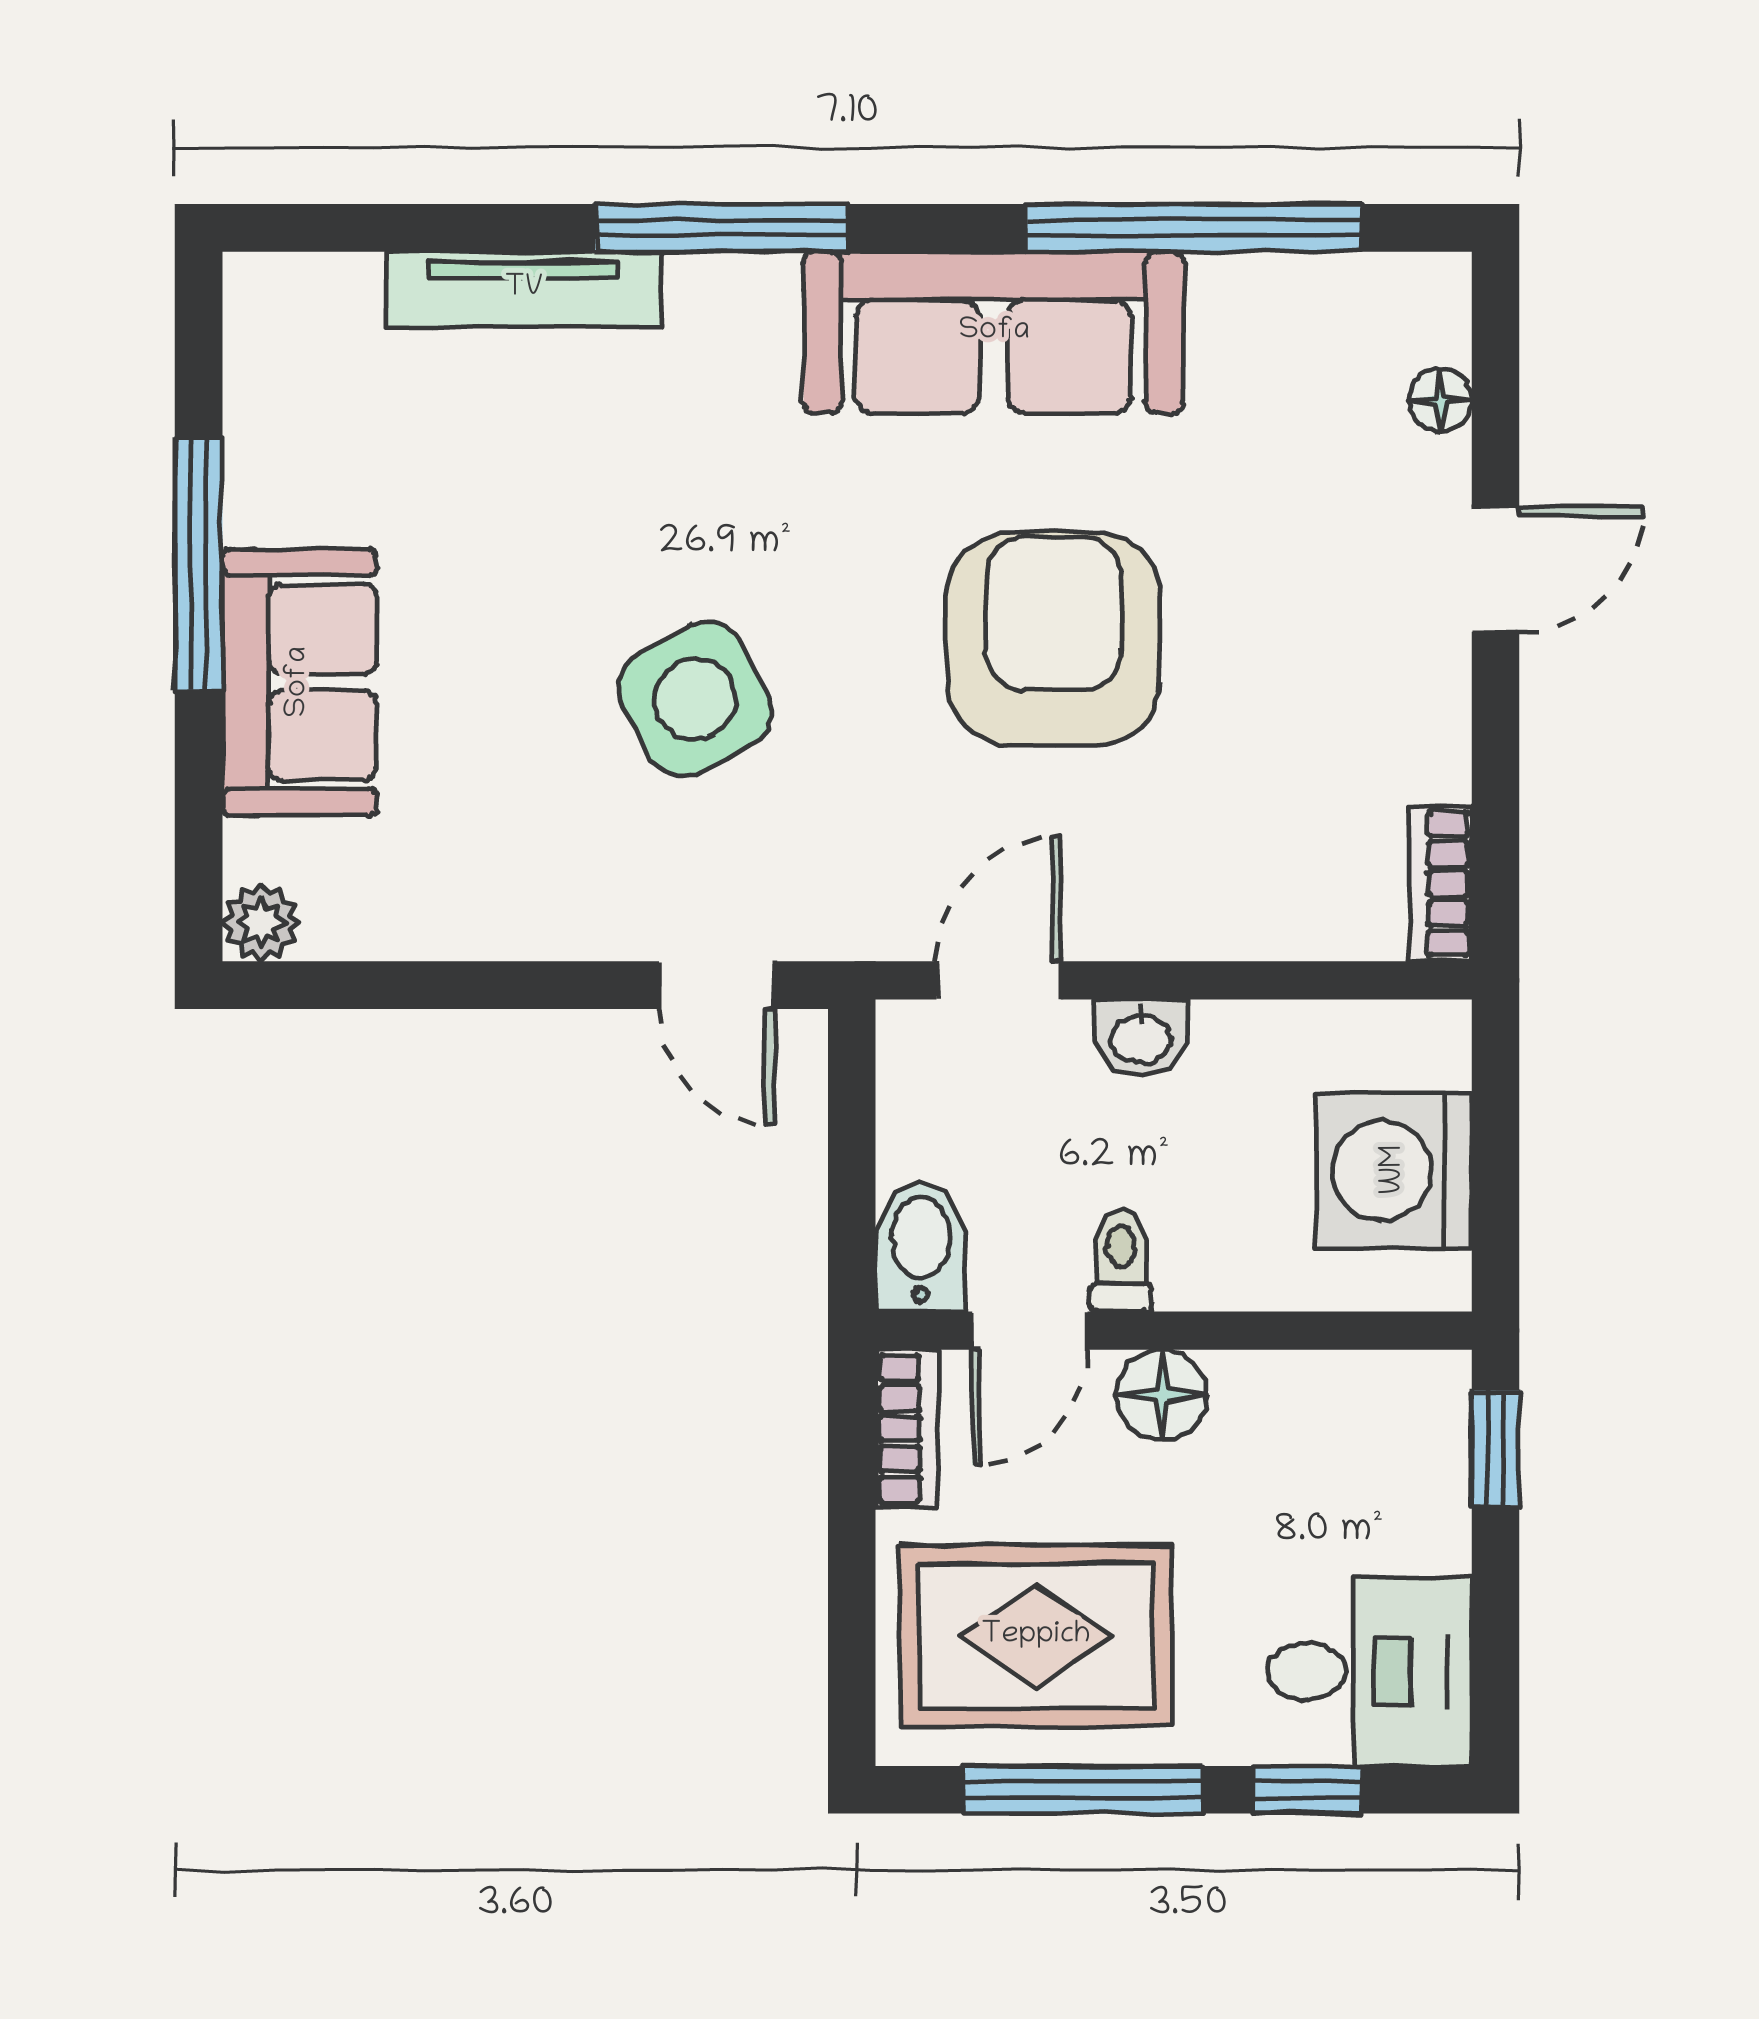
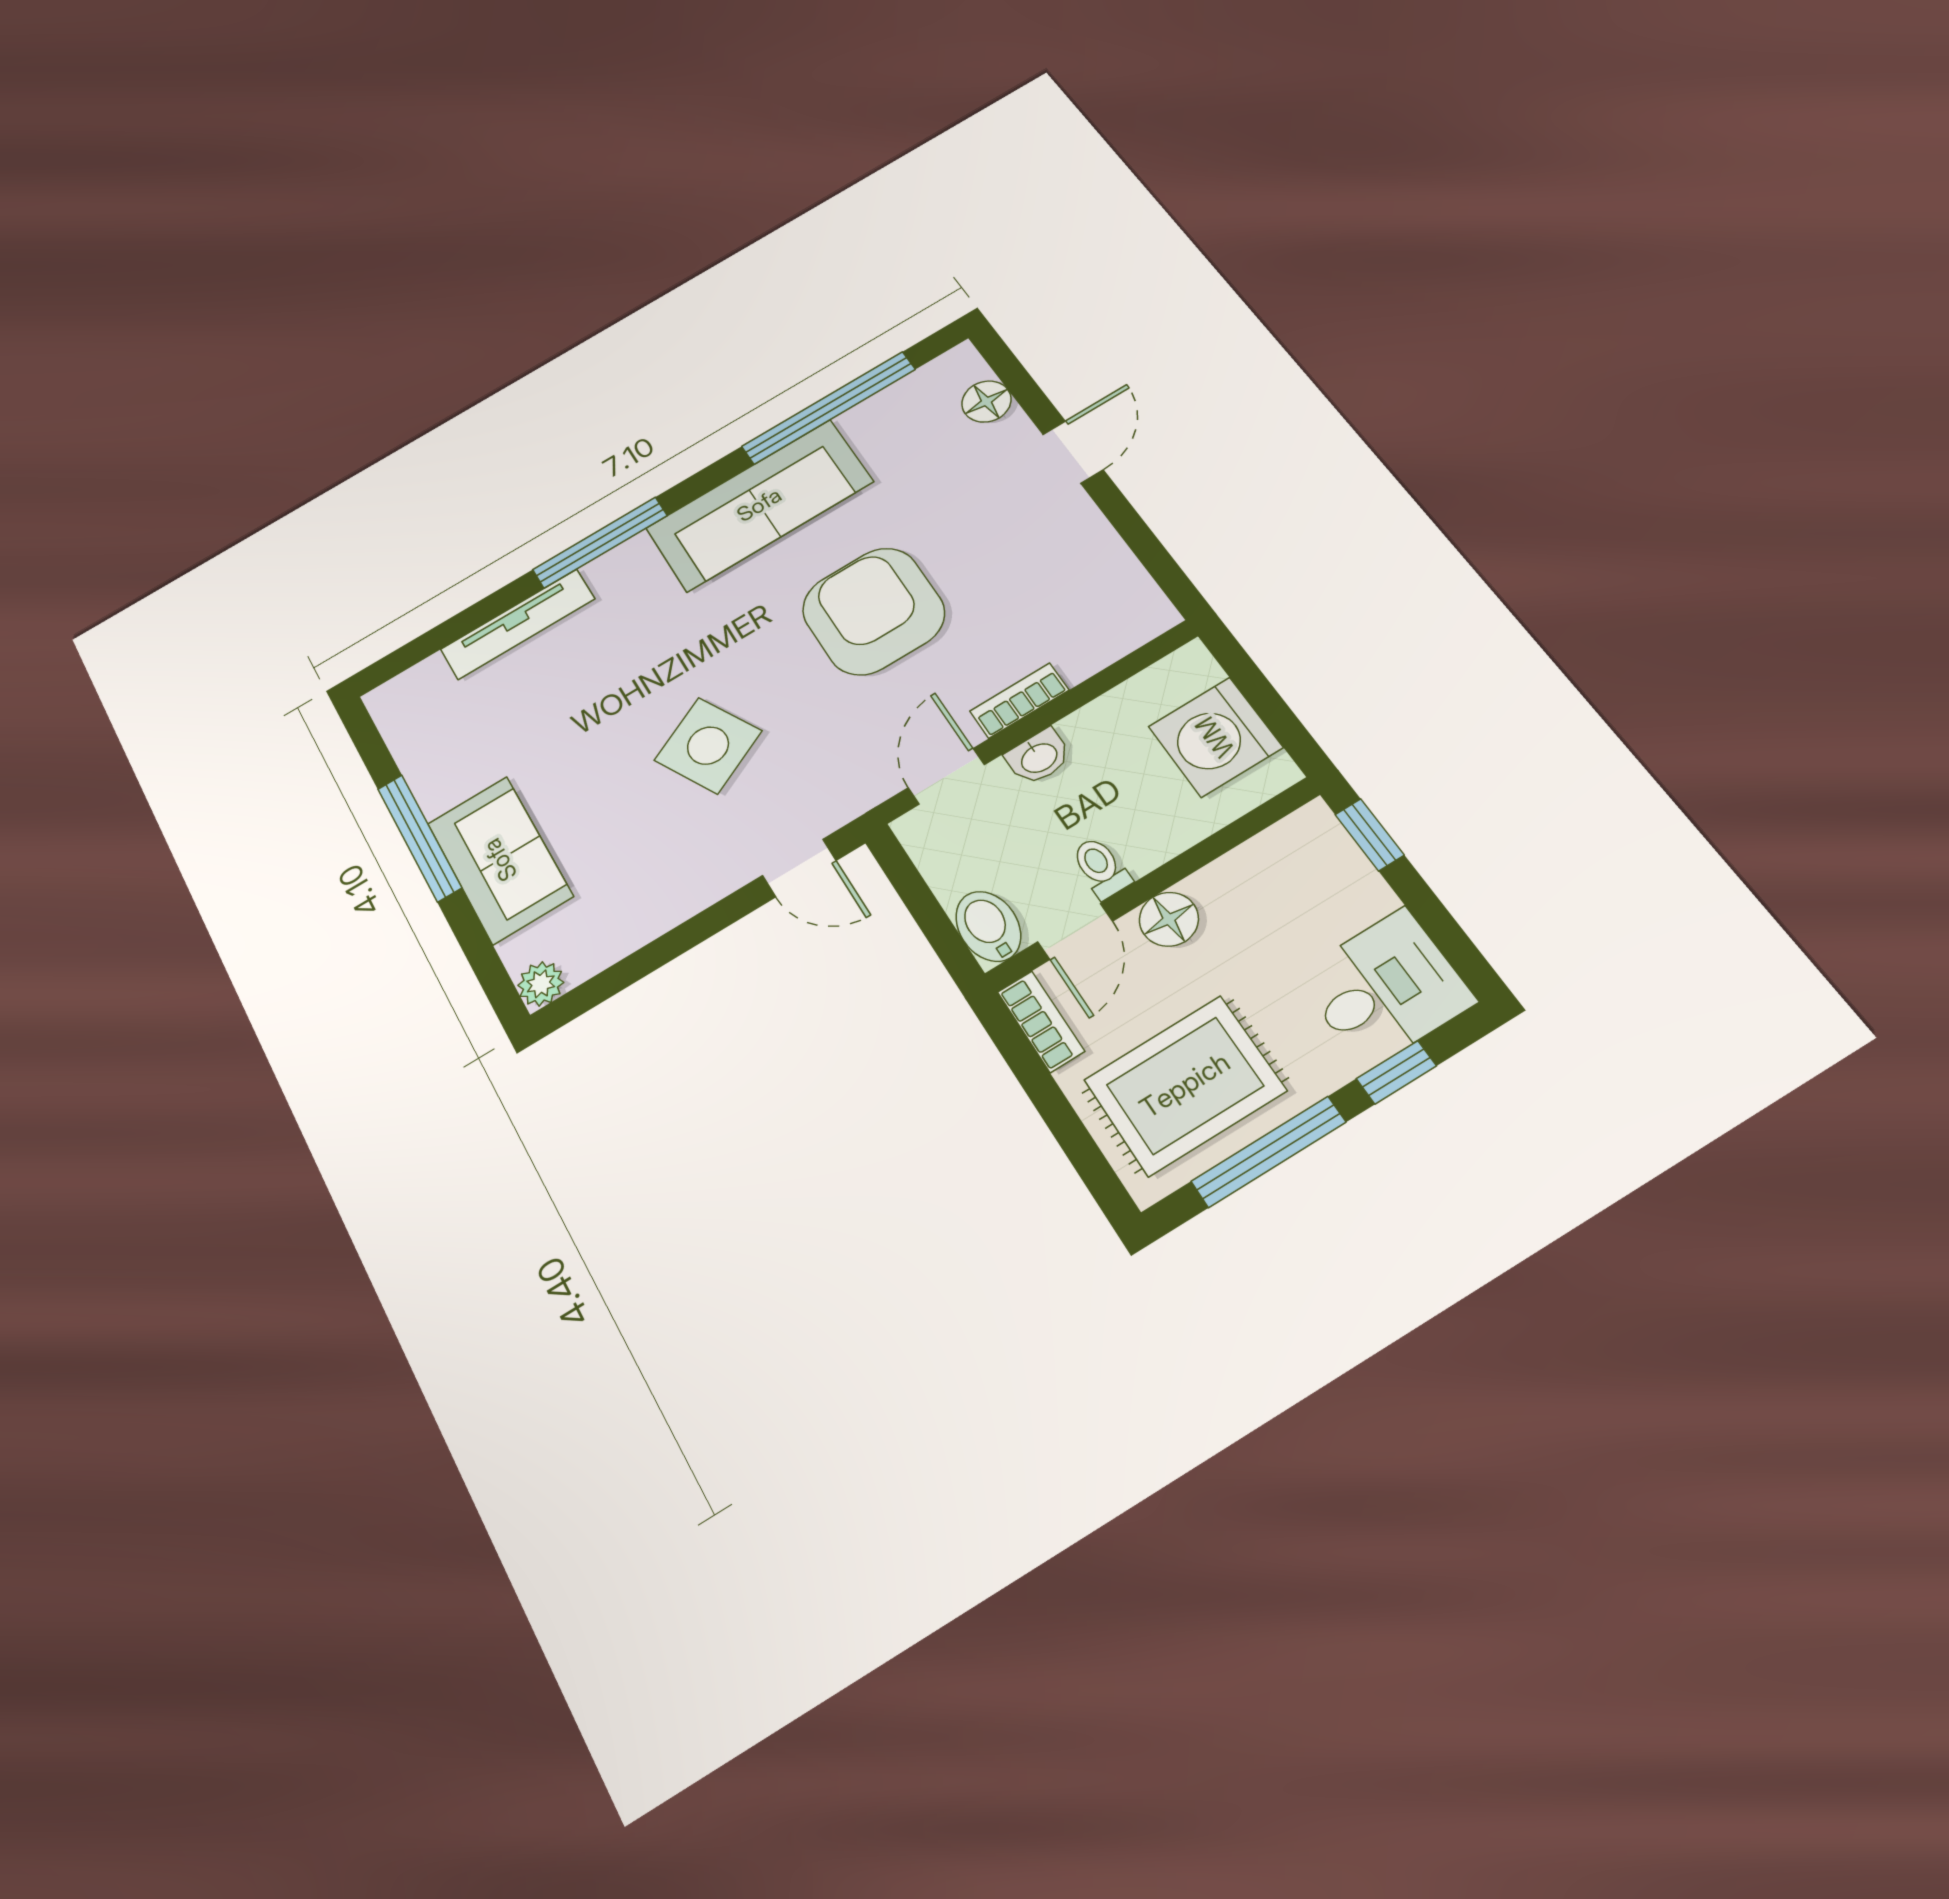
floor lamp: (1440, 400) -> (986, 401), width x1.37, depth x1.37
bookcase: (1441, 884) -> (1019, 701), moved, turned 90

